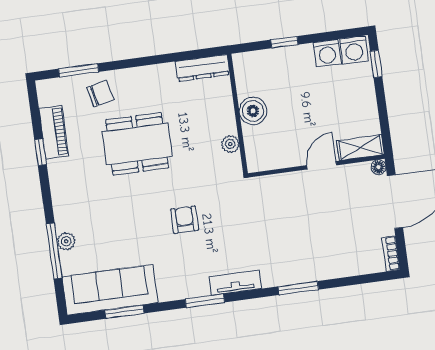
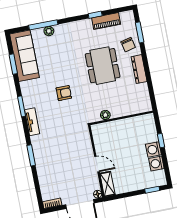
washing machine: (354, 50) -> (153, 149), moved
dresser: (203, 68) -> (139, 69), moved
boiler: (253, 111) -> (124, 126), removed

